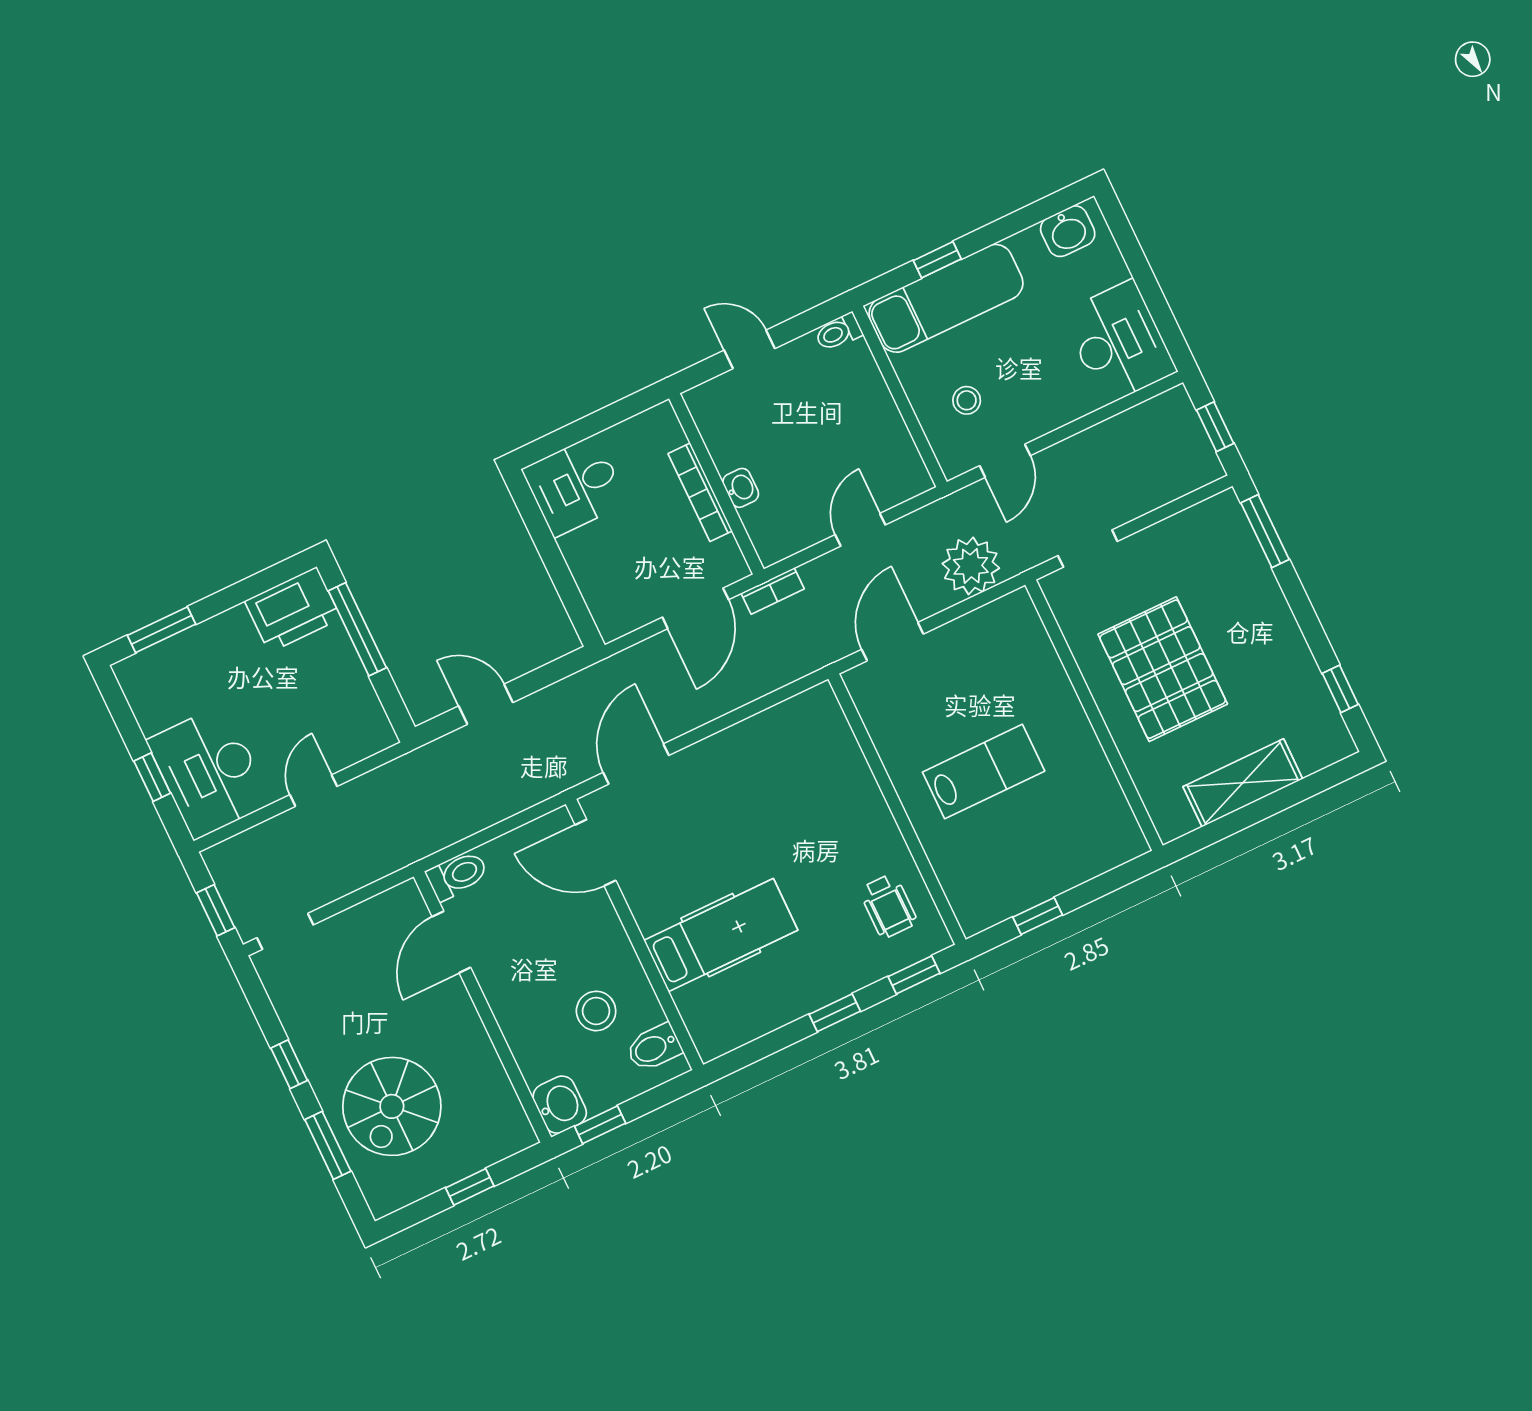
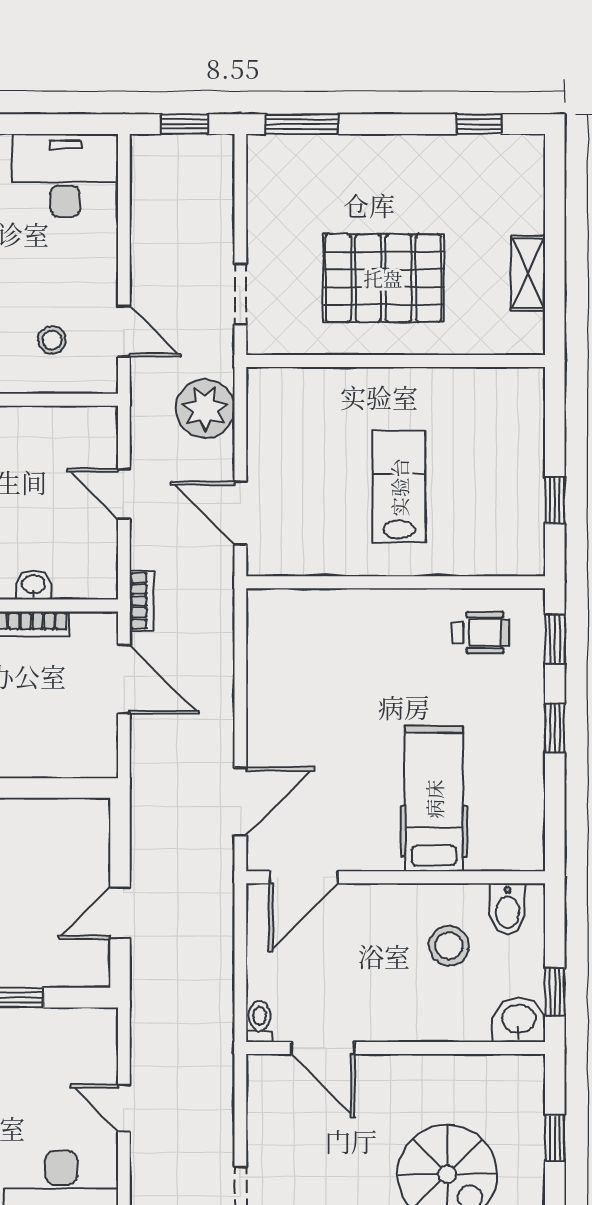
door: (636, 764) -> (240, 801), swing flipped
shelving: (1243, 783) -> (528, 273), width x0.67, depth x0.75
toilet: (457, 875) -> (260, 1021), width x0.73, depth x0.72

